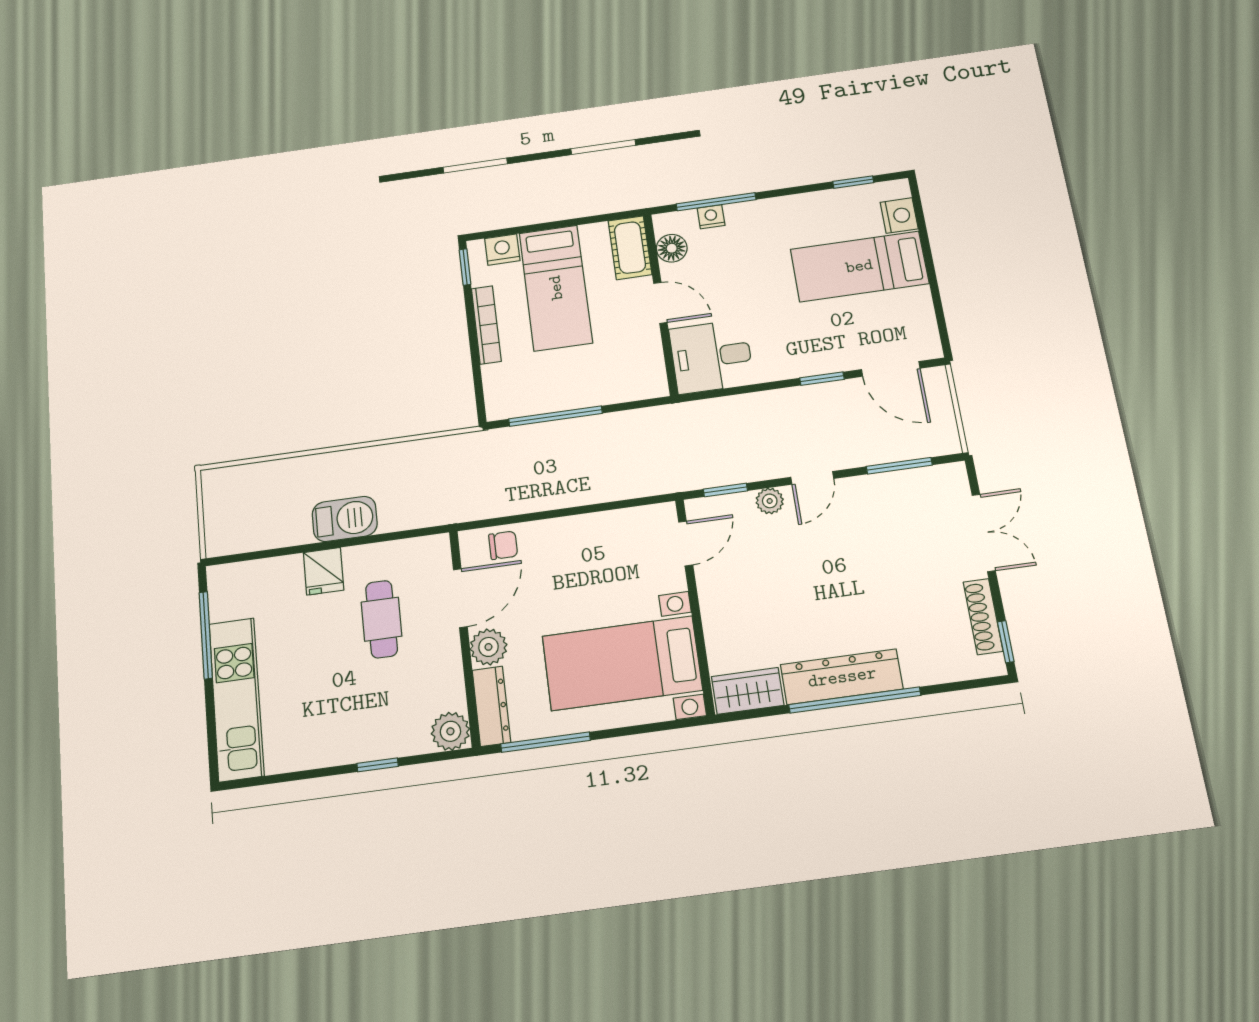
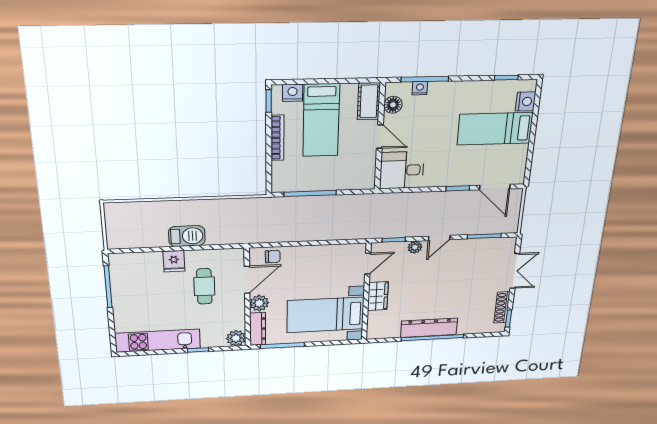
wardrobe: (748, 691) -> (378, 296), moved, turned 90
kitchen unit: (236, 699) -> (158, 341), moved, turned -90

